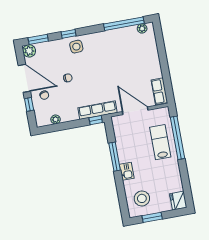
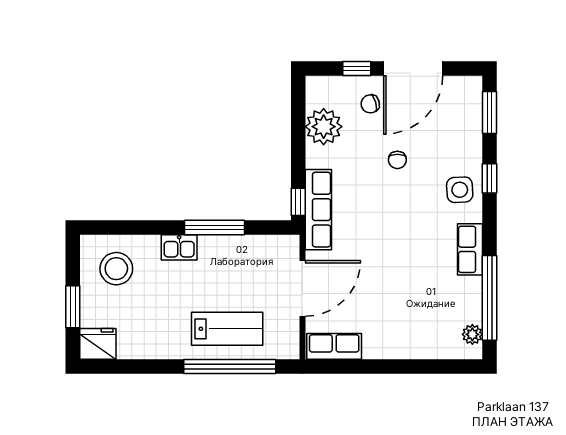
row of seats: (103, 37) -> (470, 249), added
plant: (29, 51) -> (469, 89), removed
plant: (56, 119) -> (324, 127), width x1.88, depth x1.88
window: (152, 217) -> (73, 307), moved

